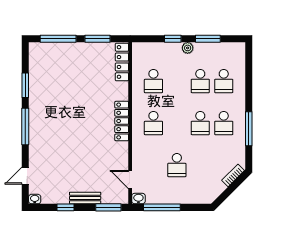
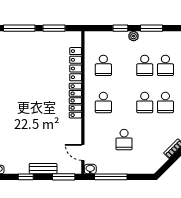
locker: (122, 62) -> (76, 64), moved

